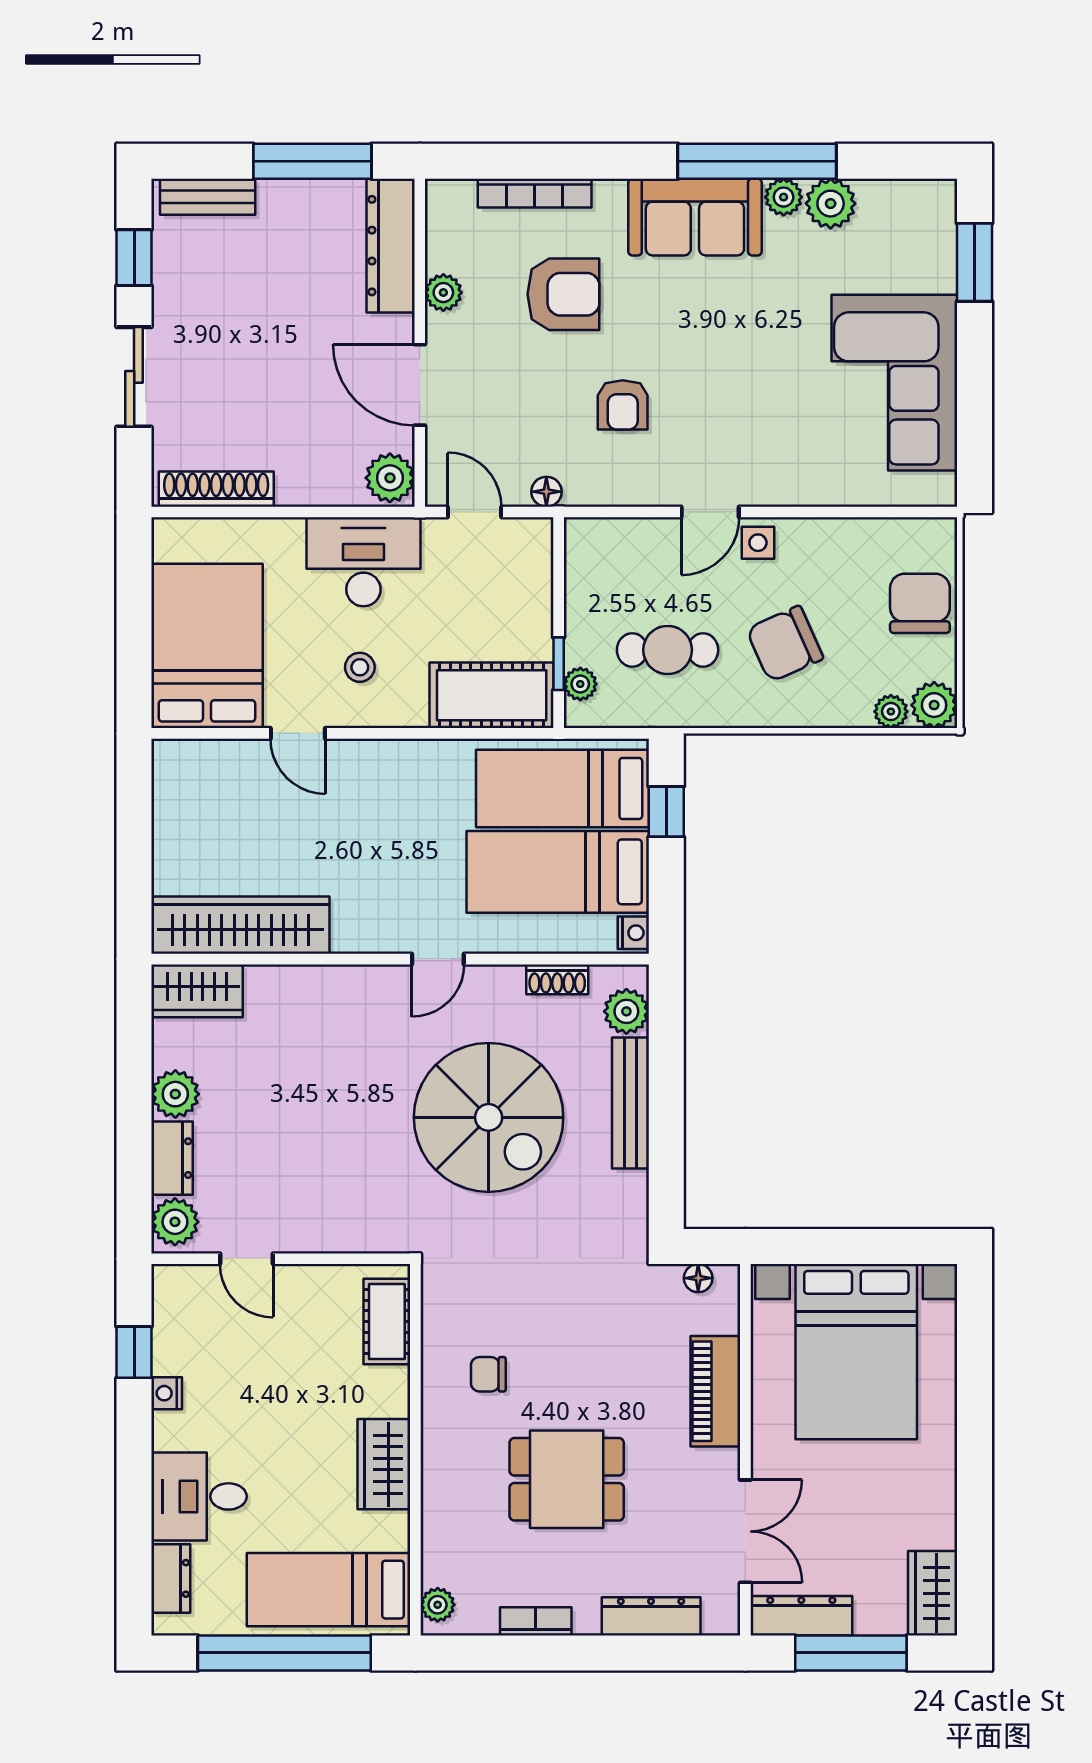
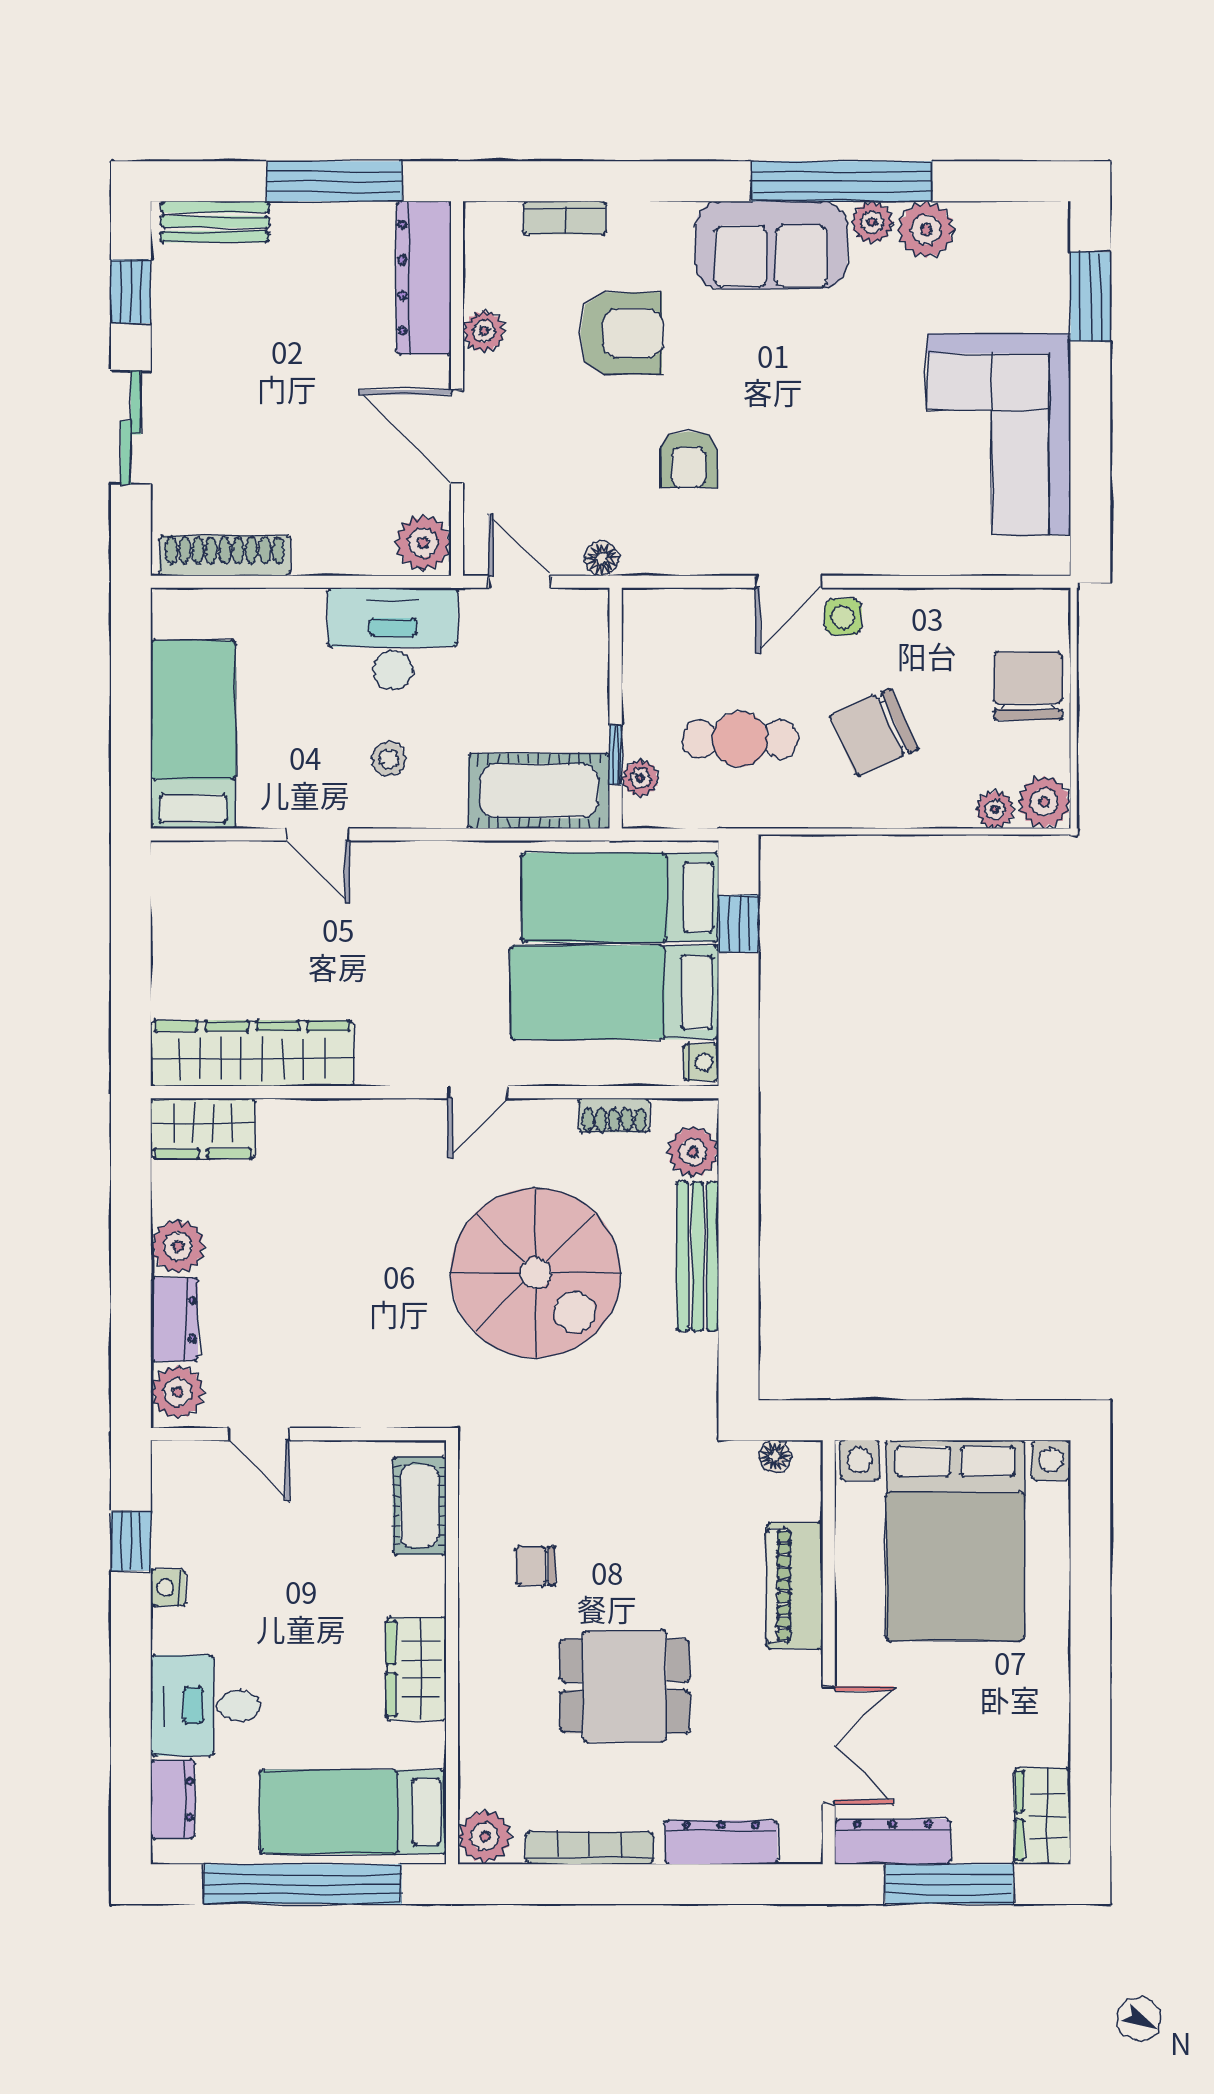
bookcase: (535, 193) -> (565, 218), width x0.64
bed: (207, 646) -> (193, 735), width x0.67
plant: (438, 1605) -> (485, 1836), width x1.38, depth x1.38
bookcase: (536, 1621) -> (589, 1848), width x1.56

